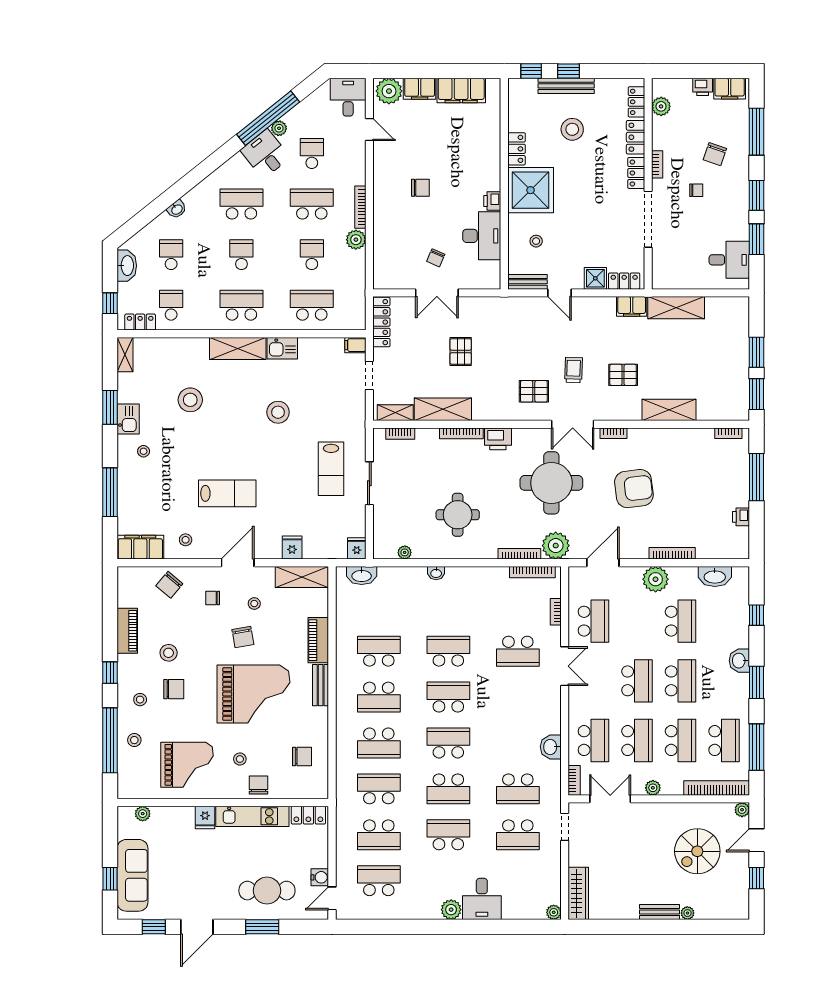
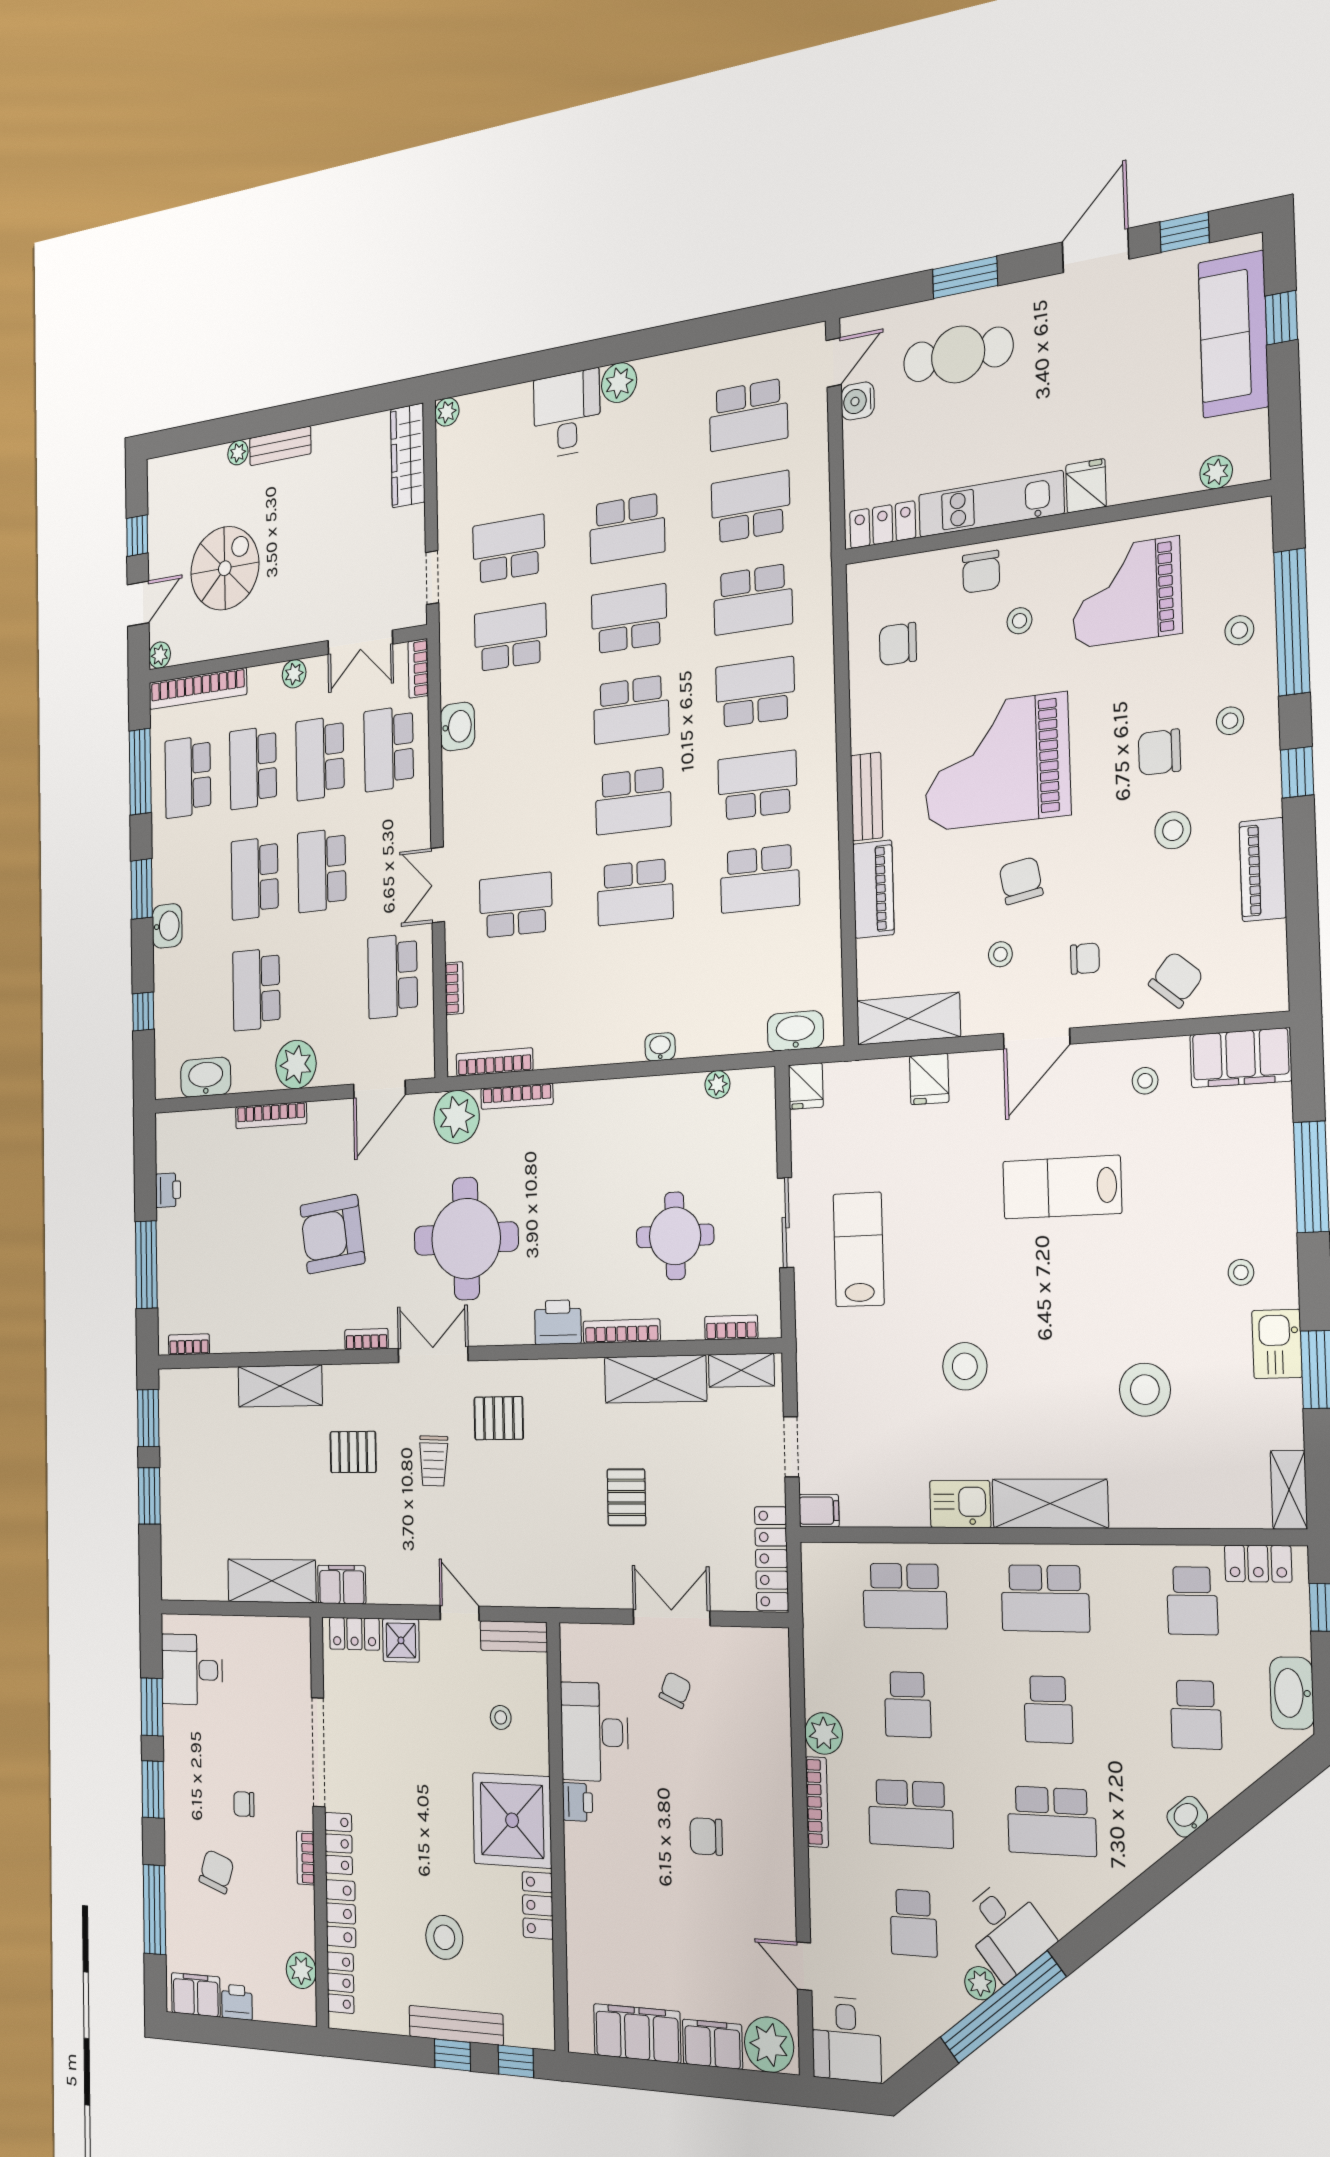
round table: (458, 515) -> (675, 1236), moved

